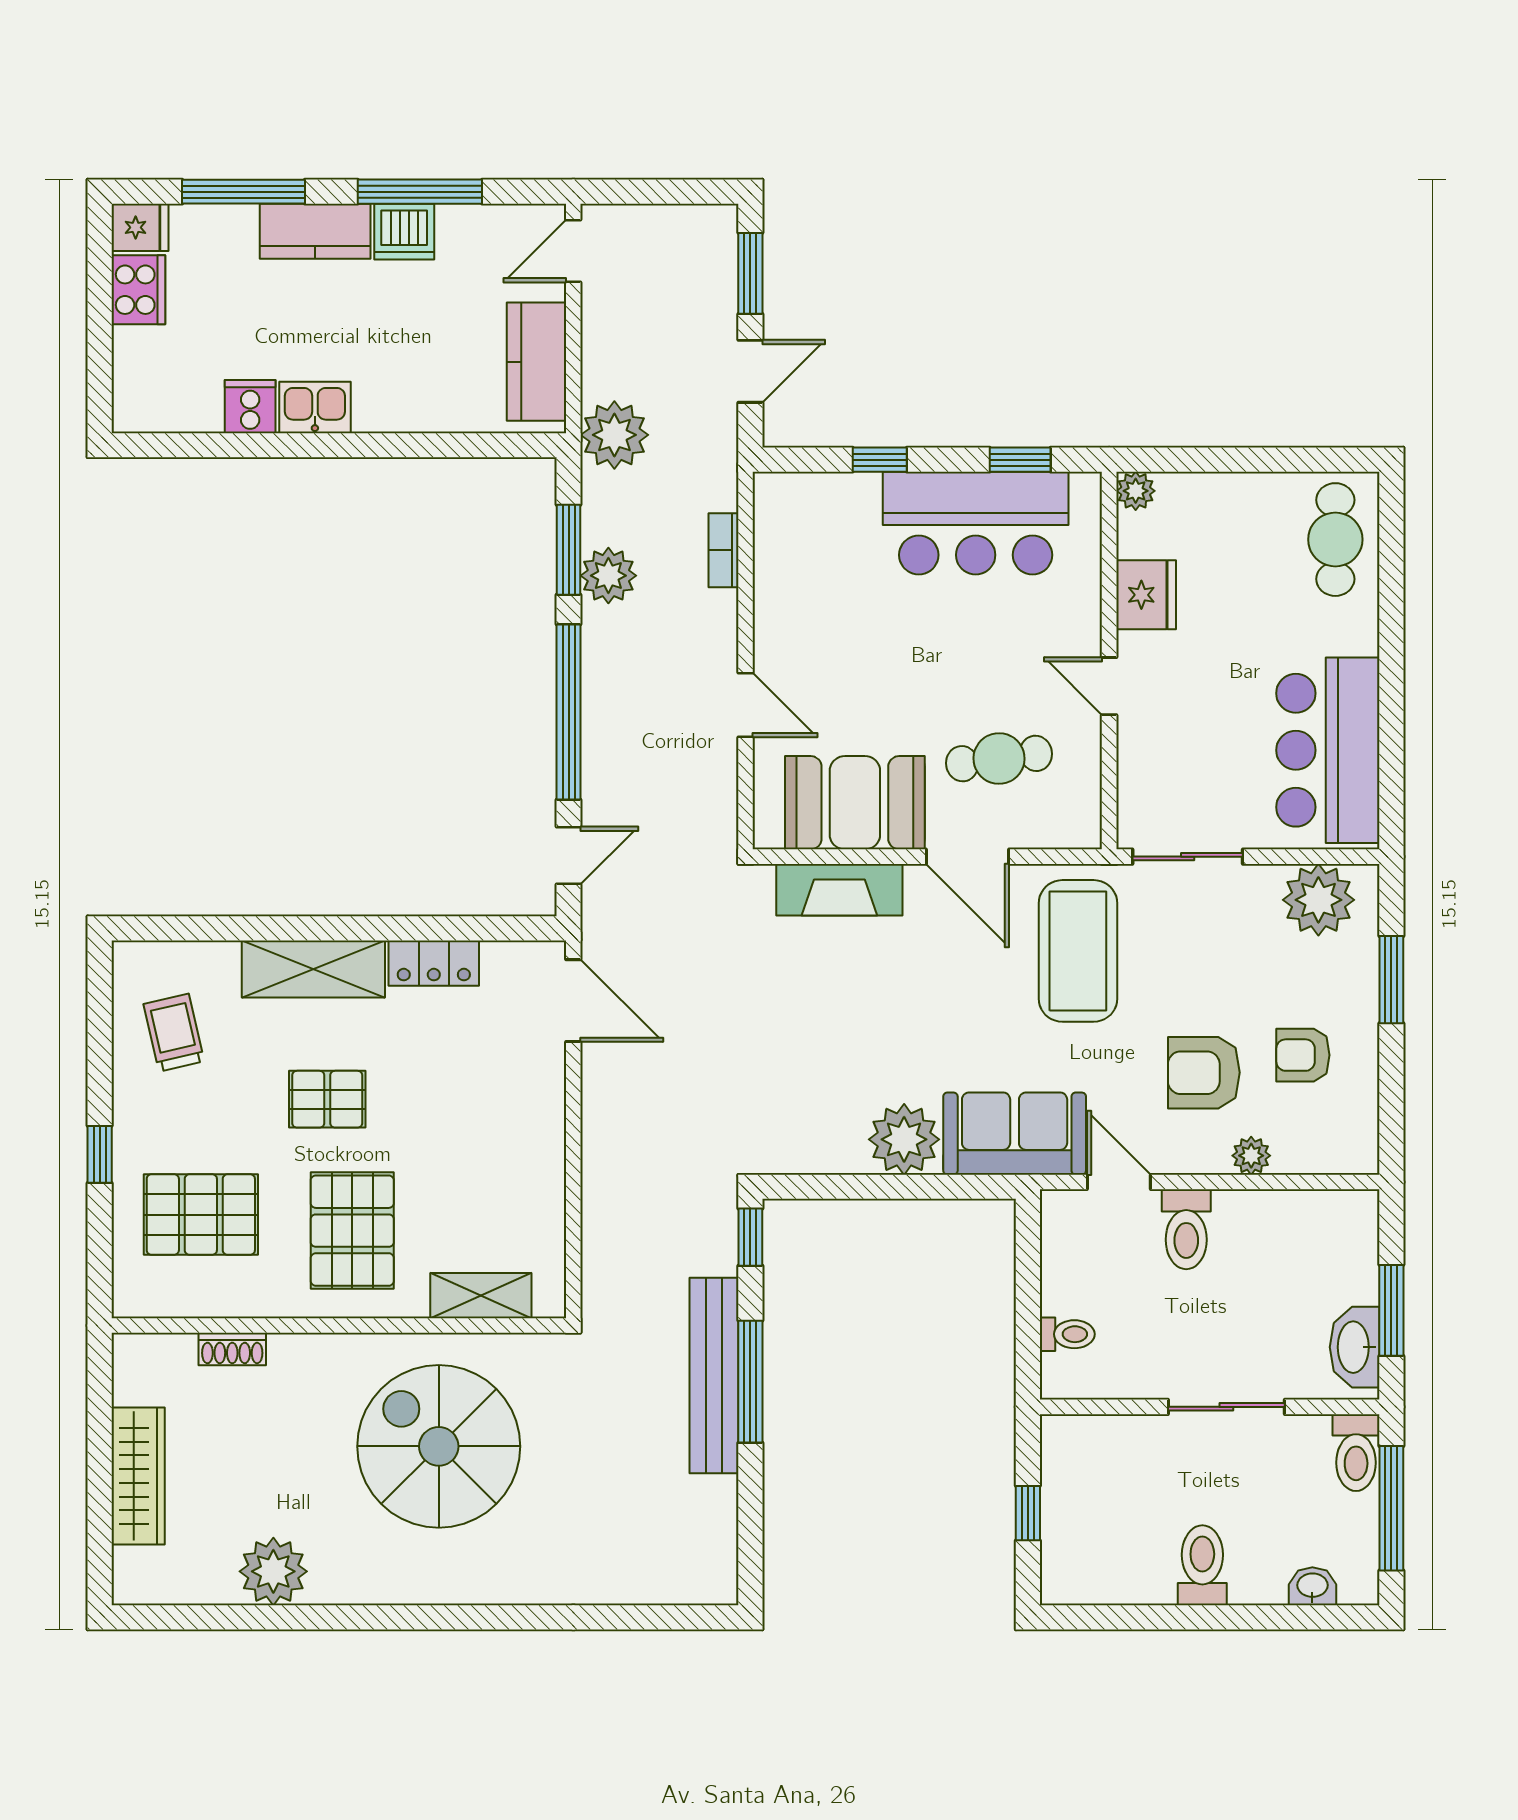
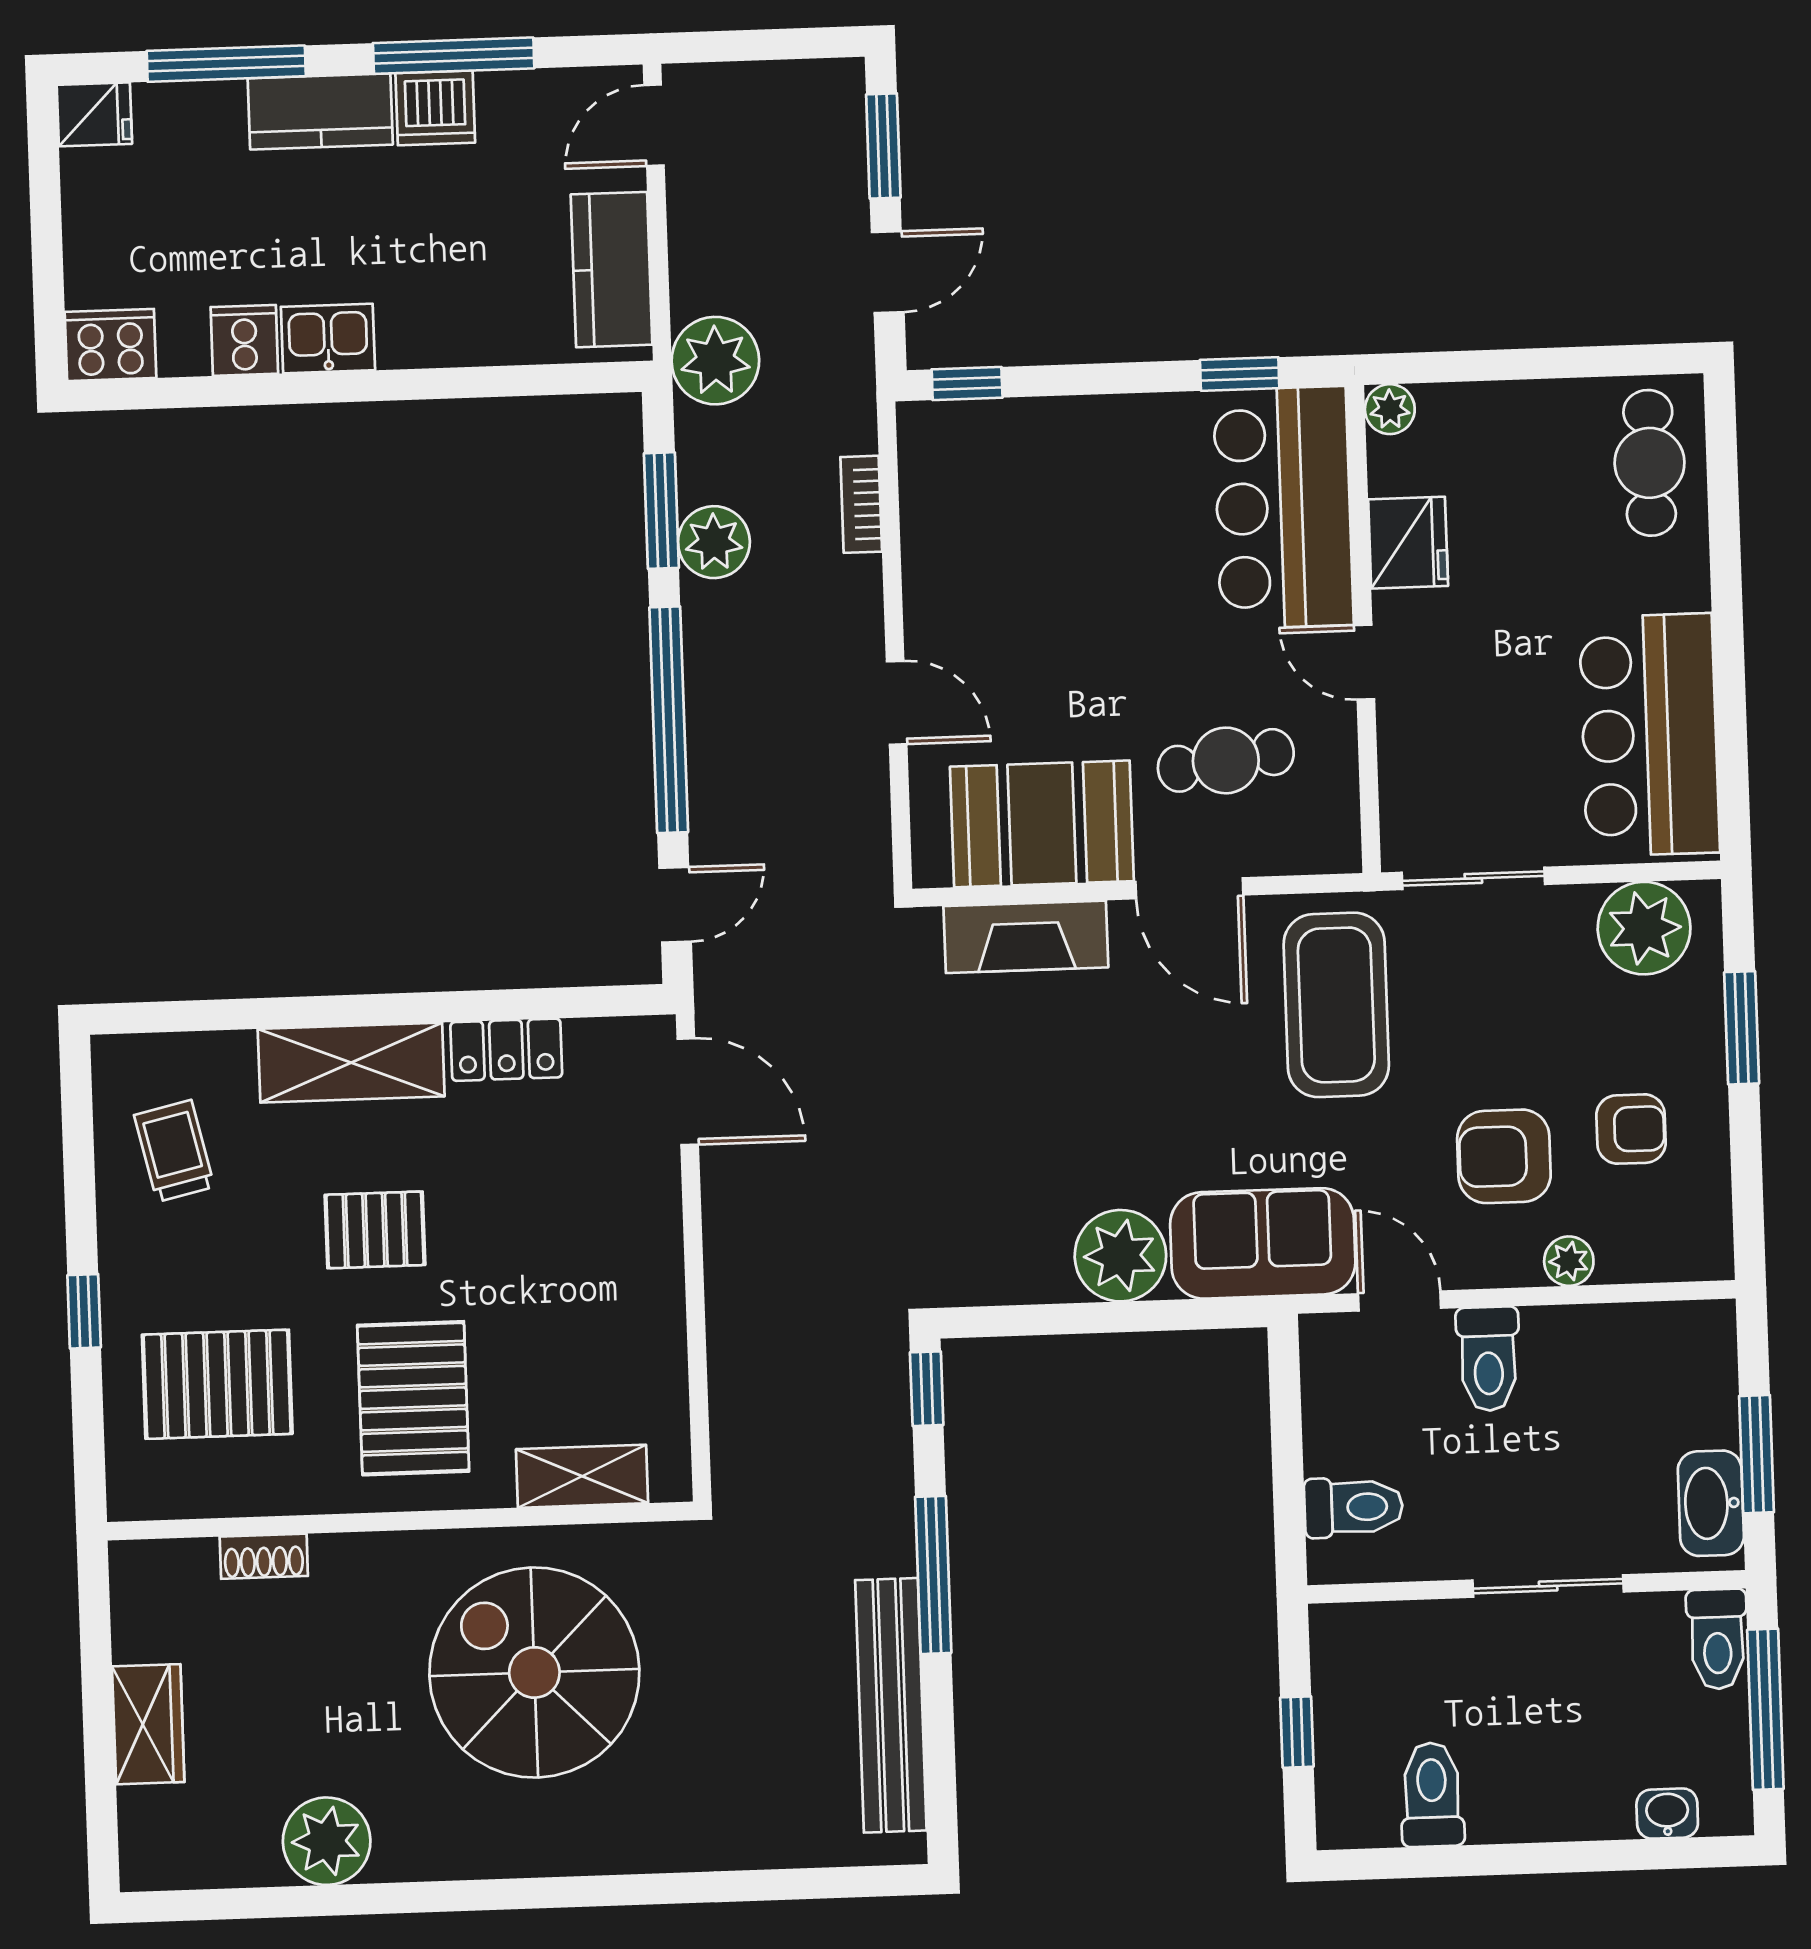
cooker: (138, 290) -> (110, 345), moved, turned -90
window: (880, 460) -> (967, 384), moved
bar counter: (976, 523) -> (1283, 508), moved, turned 90
armchair: (1303, 1055) -> (1631, 1129), turned 180
toilet: (1067, 1334) -> (1353, 1507), width x1.37, depth x1.39
bench: (714, 1375) -> (891, 1705), moved
wardrobe: (138, 1476) -> (148, 1724), width x0.67
toilet: (1202, 1565) -> (1432, 1795), moved

